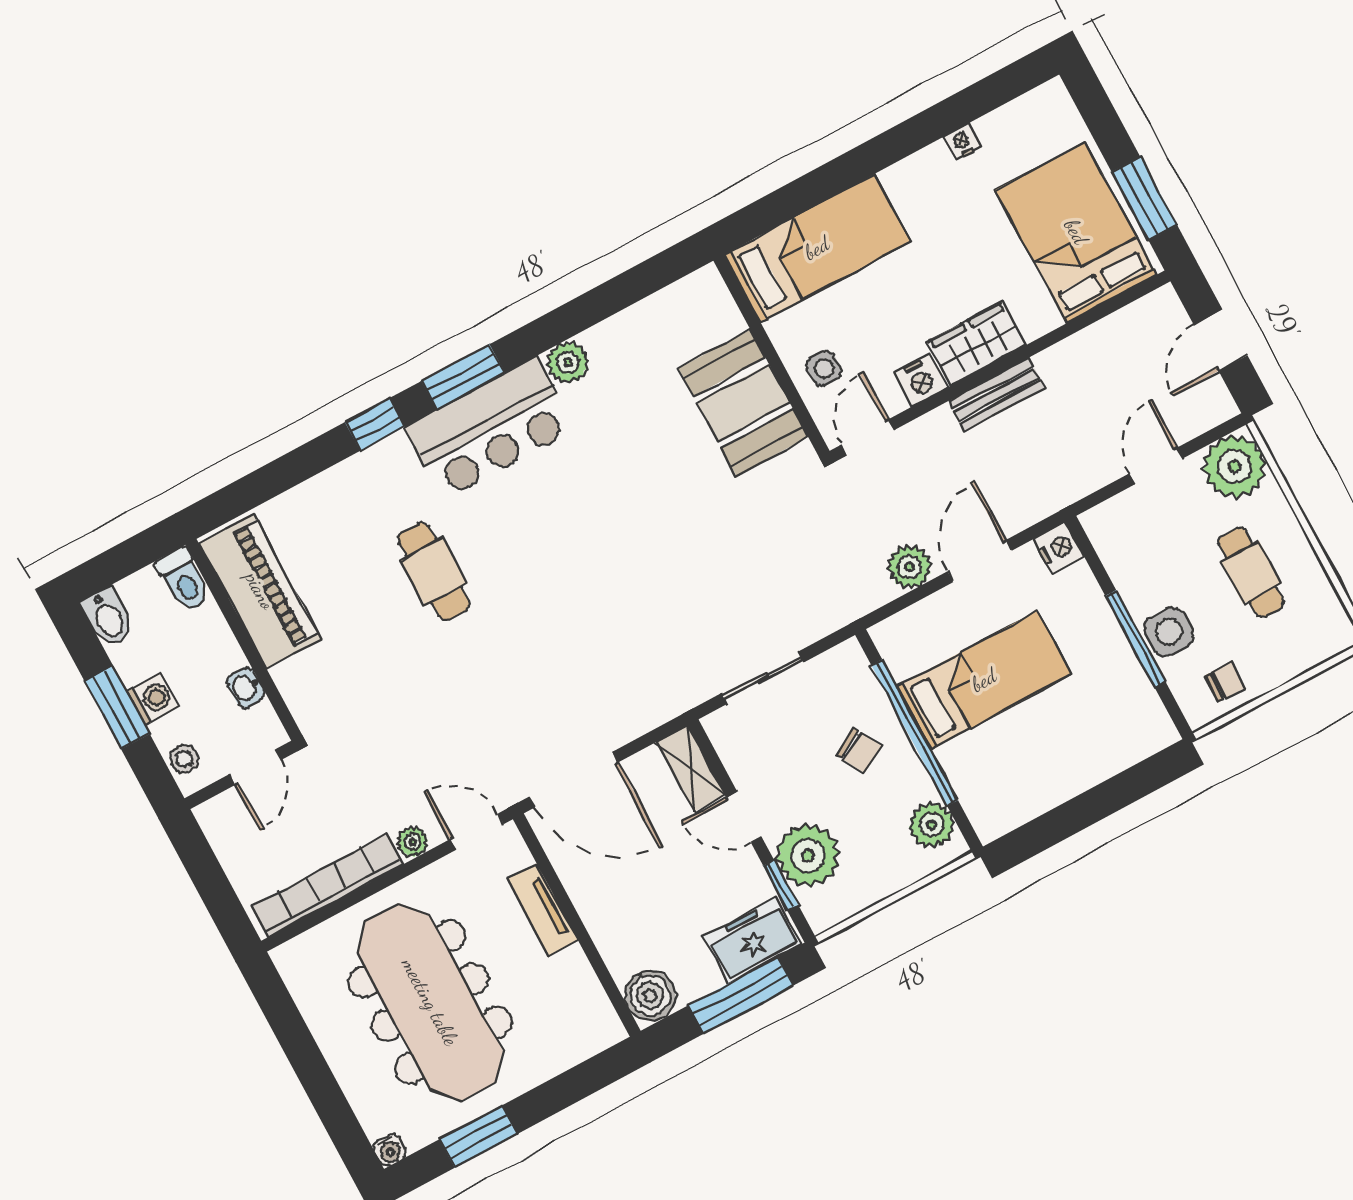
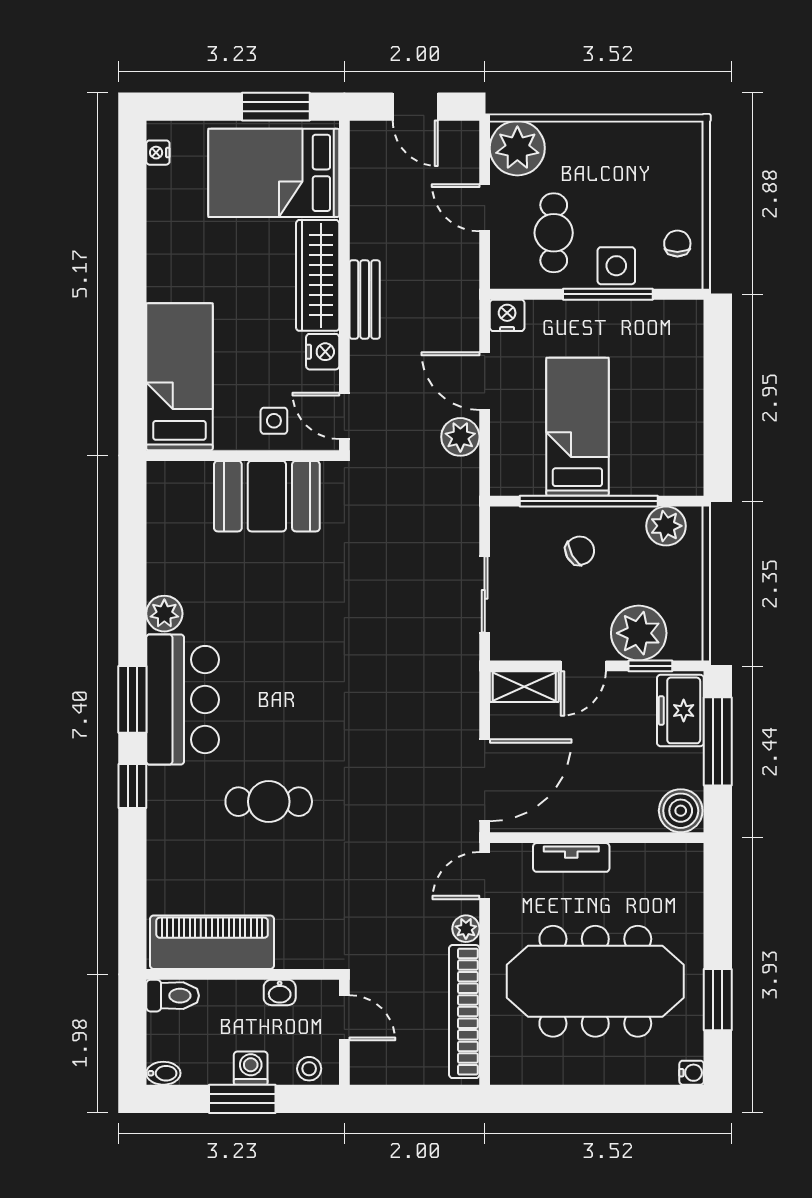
nightstand: (962, 142) -> (158, 153), moved
wardrobe: (977, 343) -> (318, 275), width x1.50
cafe table: (1251, 572) -> (554, 233), moved, turned 90
bidet: (108, 617) -> (163, 1073), width x0.72, depth x0.74

